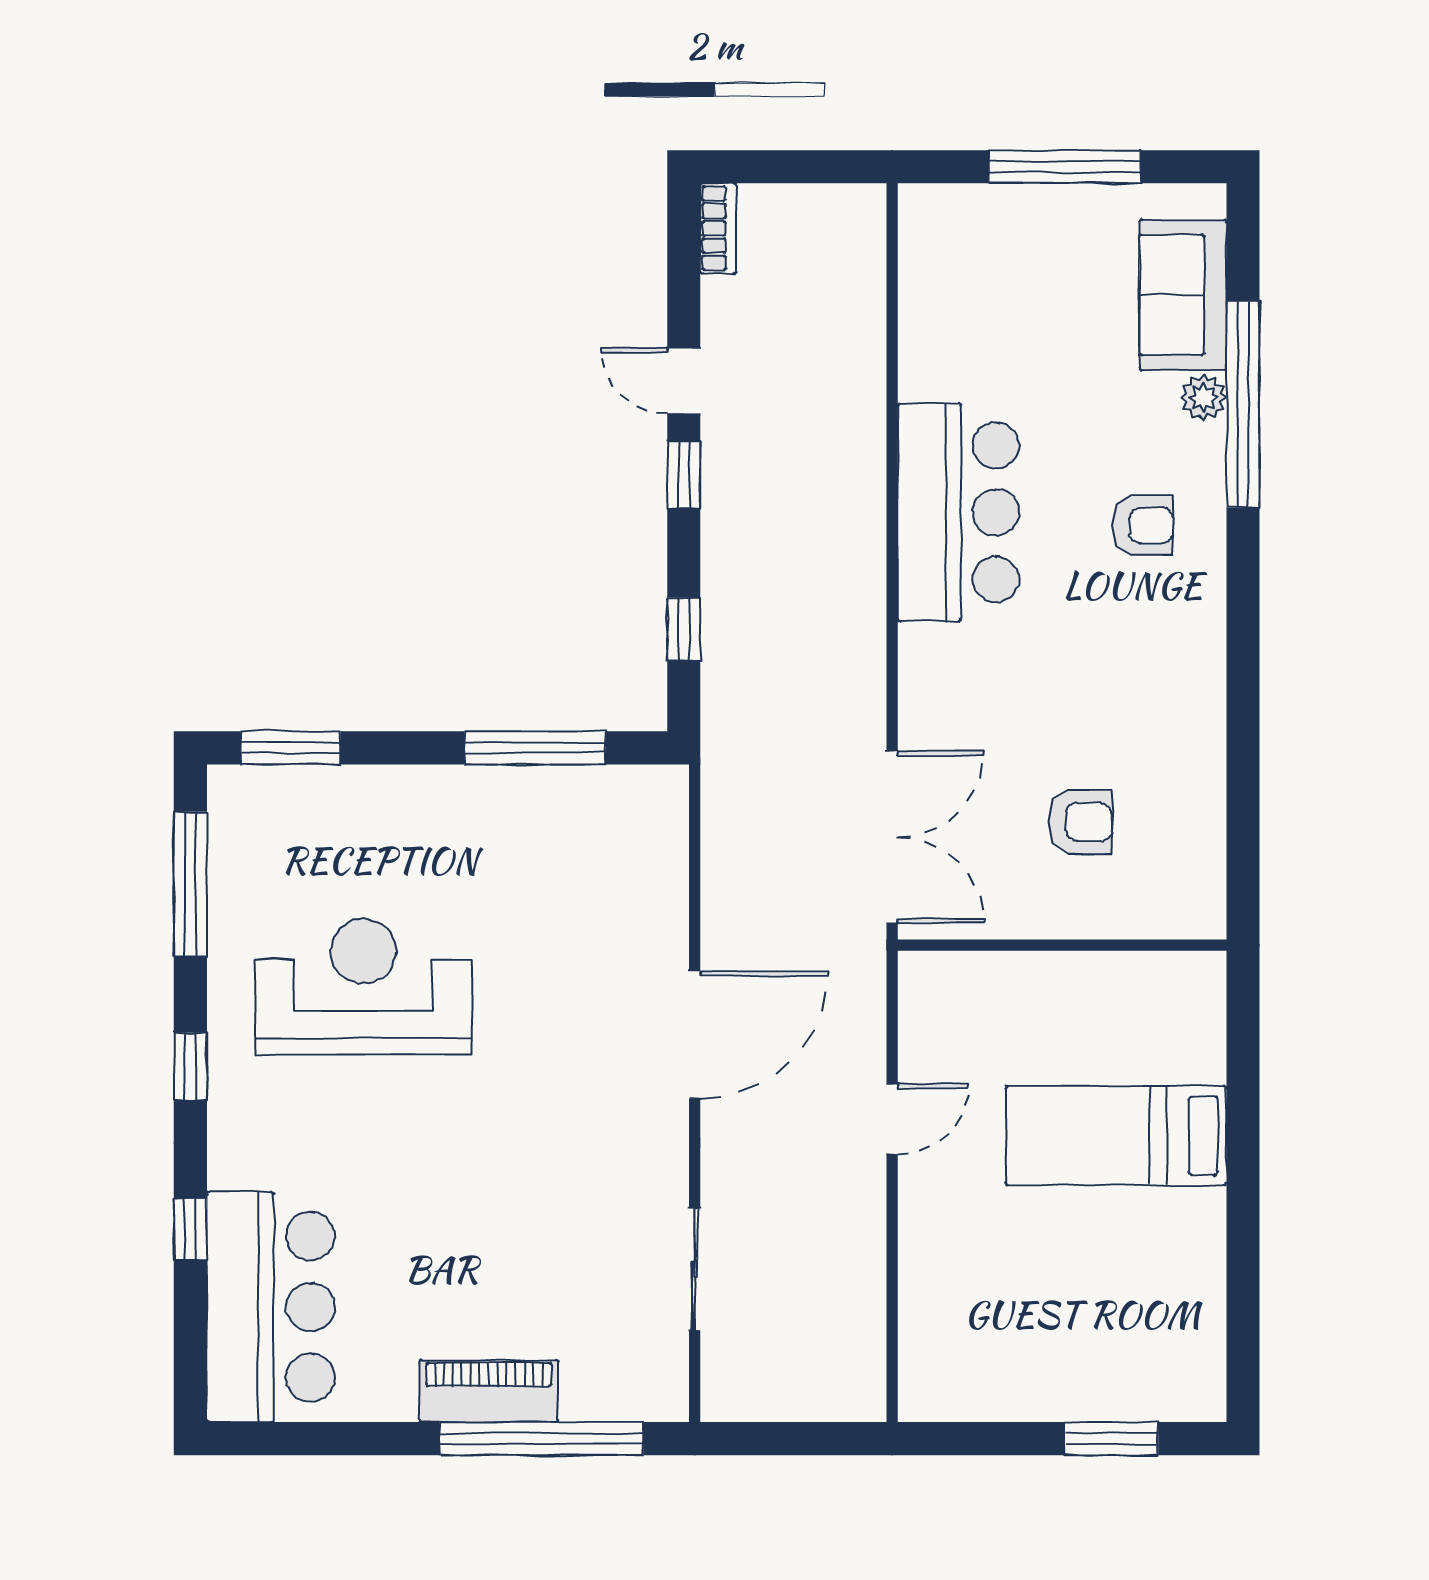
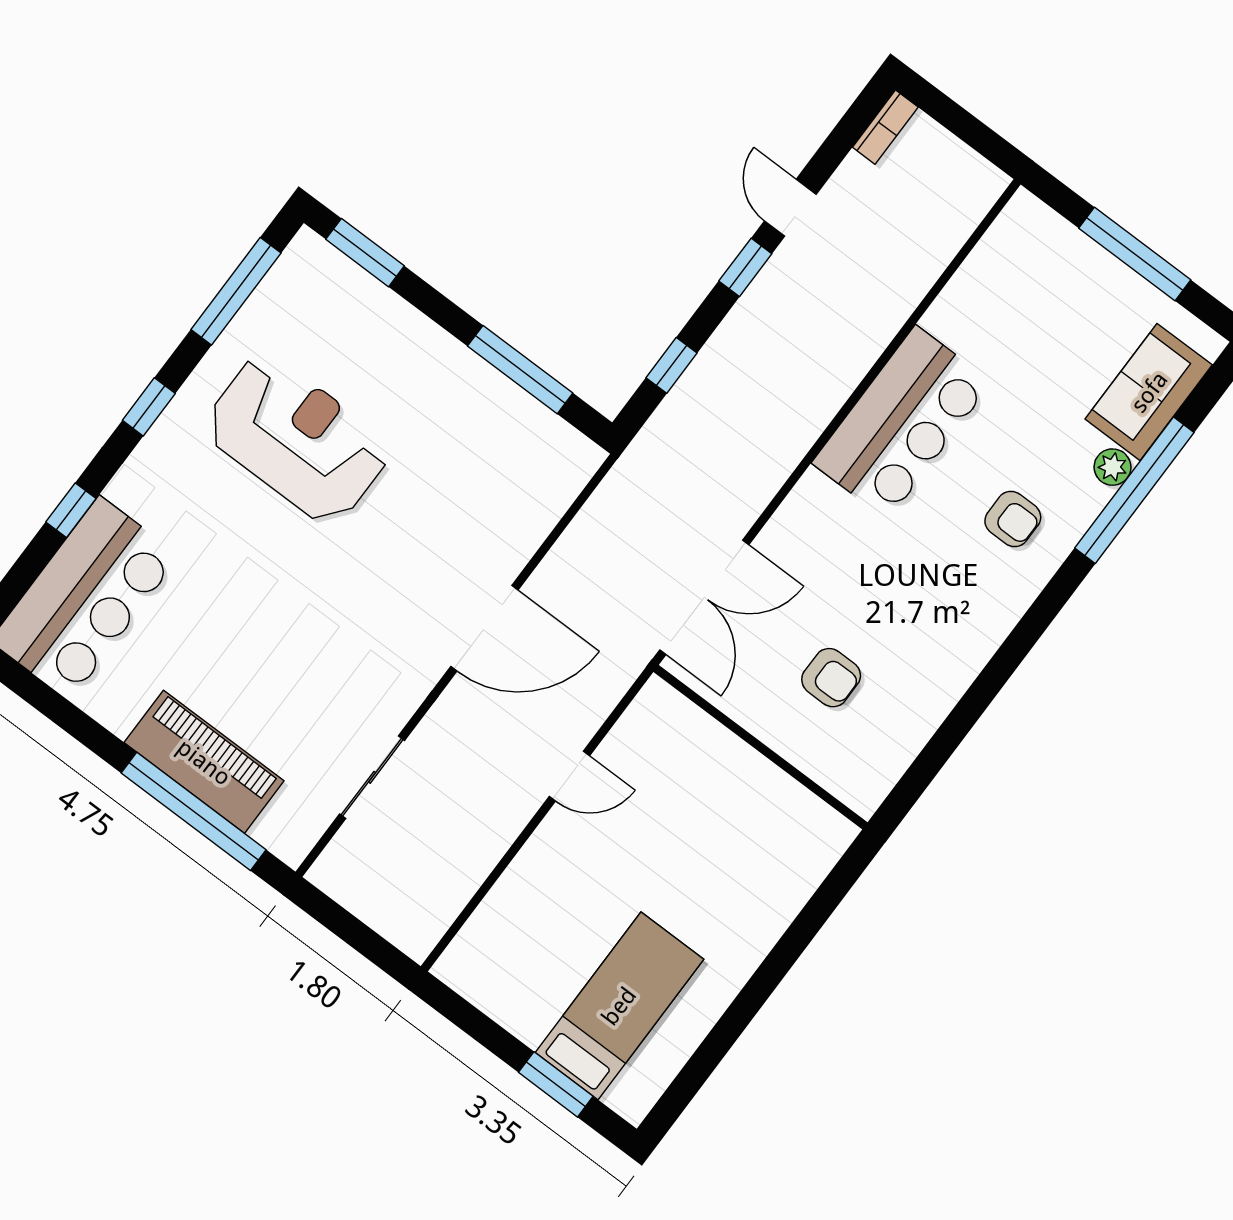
bed: (1116, 1136) -> (619, 1006), moved, turned 90
piano: (489, 1391) -> (204, 762), width x1.37, depth x1.33

